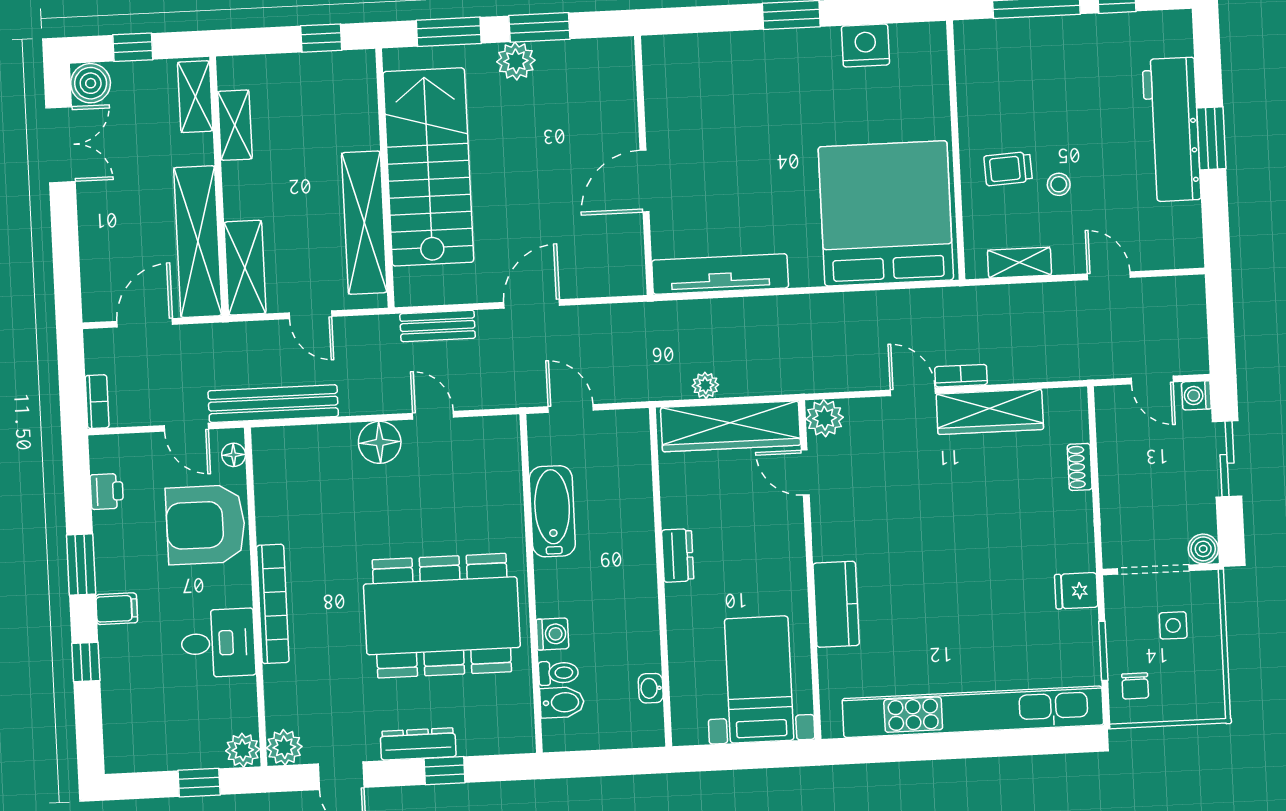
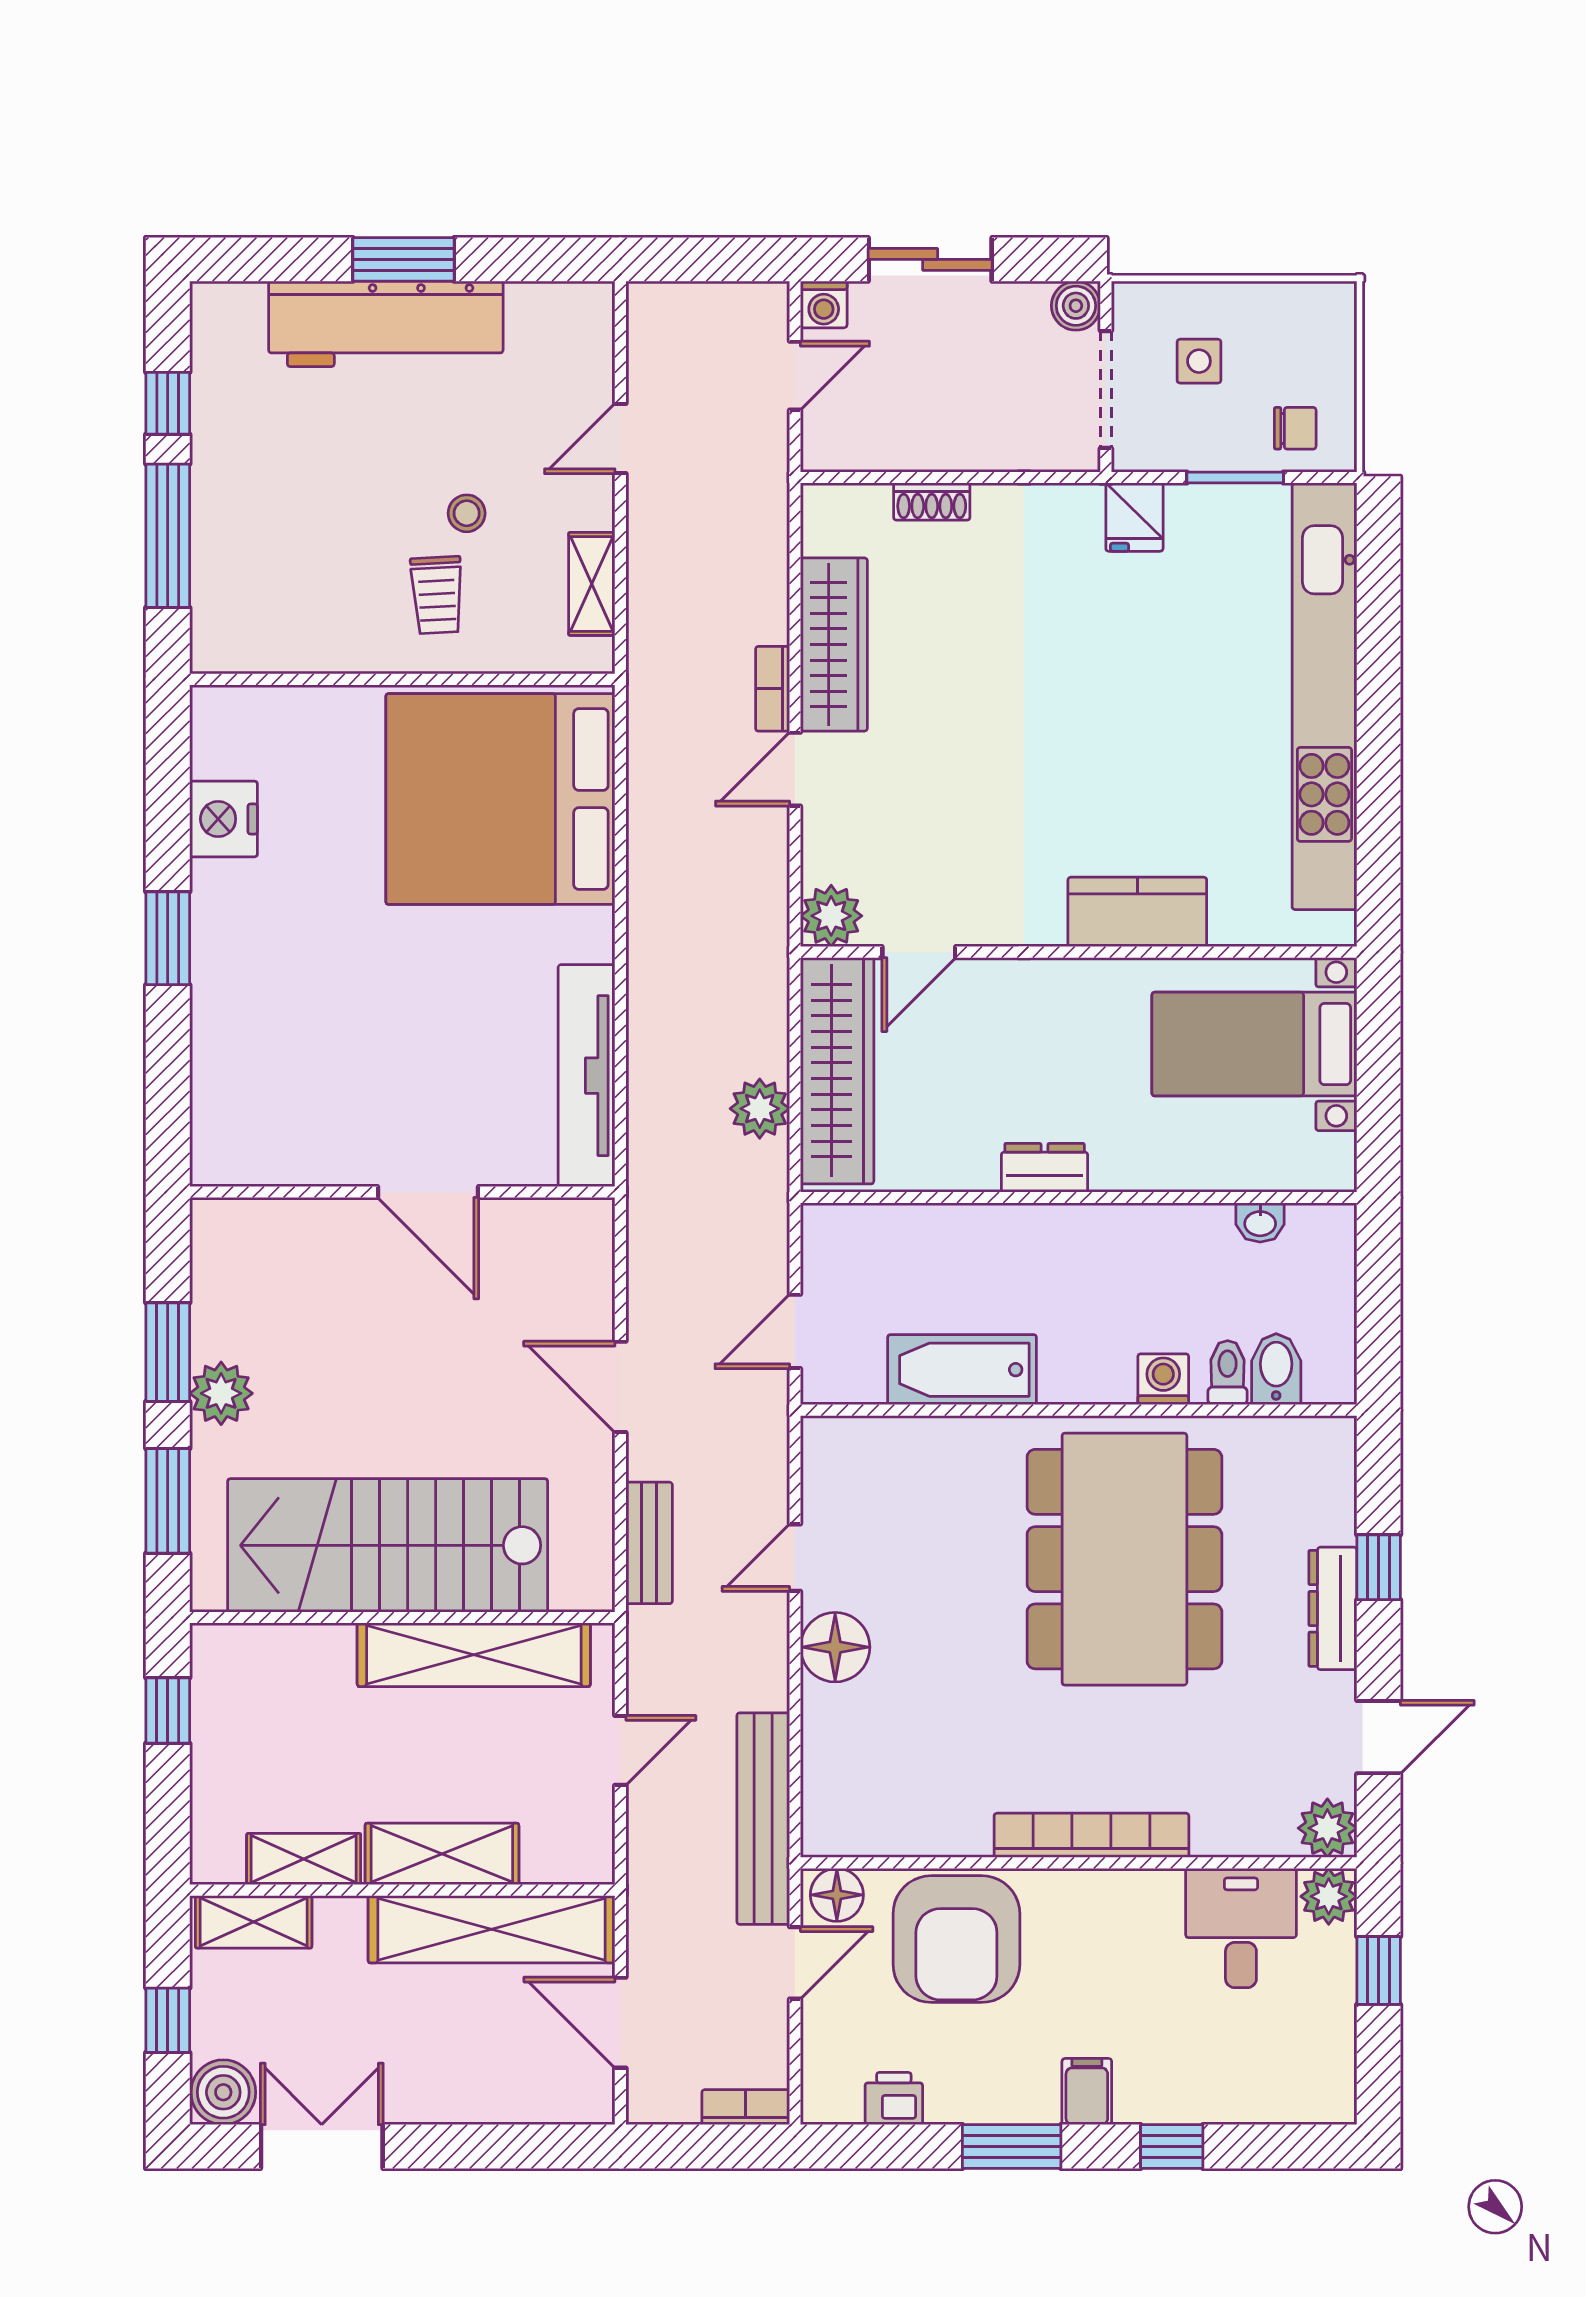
shelving: (245, 268) -> (442, 1854), moved
plant: (705, 385) -> (760, 1109), width x1.38, depth x1.38
floor lamp: (234, 455) -> (837, 1895), width x1.37, depth x1.37
desk: (218, 643) -> (1241, 1928), moved

